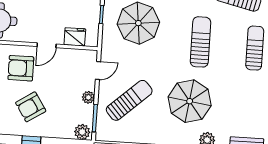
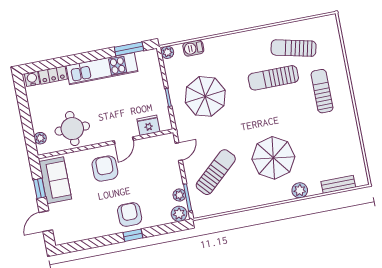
sun lounger: (200, 42) -> (273, 78), moved, turned -90
armchair: (21, 68) -> (105, 169), turned 90
plant: (88, 97) -> (179, 195), moved
armchair: (31, 107) -> (130, 214), moved, turned 123

